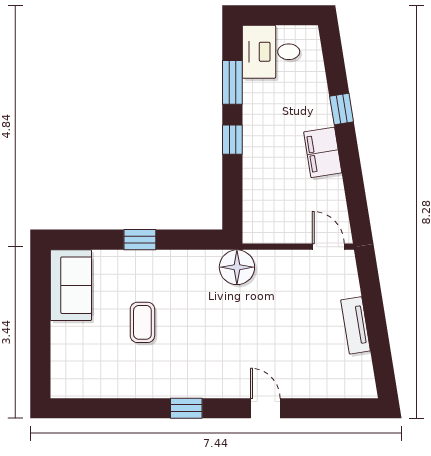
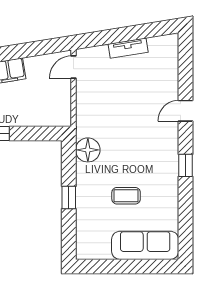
floor lamp: (237, 267) -> (88, 150), moved
sofa: (71, 285) -> (145, 245), moved, width x1.36

